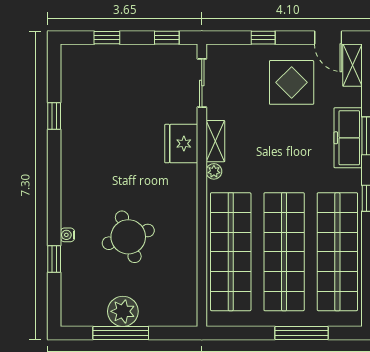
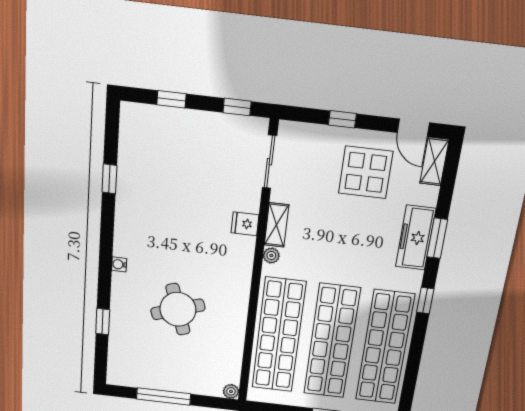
fridge: (181, 144) -> (245, 224), width x0.53, depth x0.75
water cooler: (67, 235) -> (119, 264), moved
plant: (123, 311) -> (231, 391), moved, width x0.53, depth x0.53

